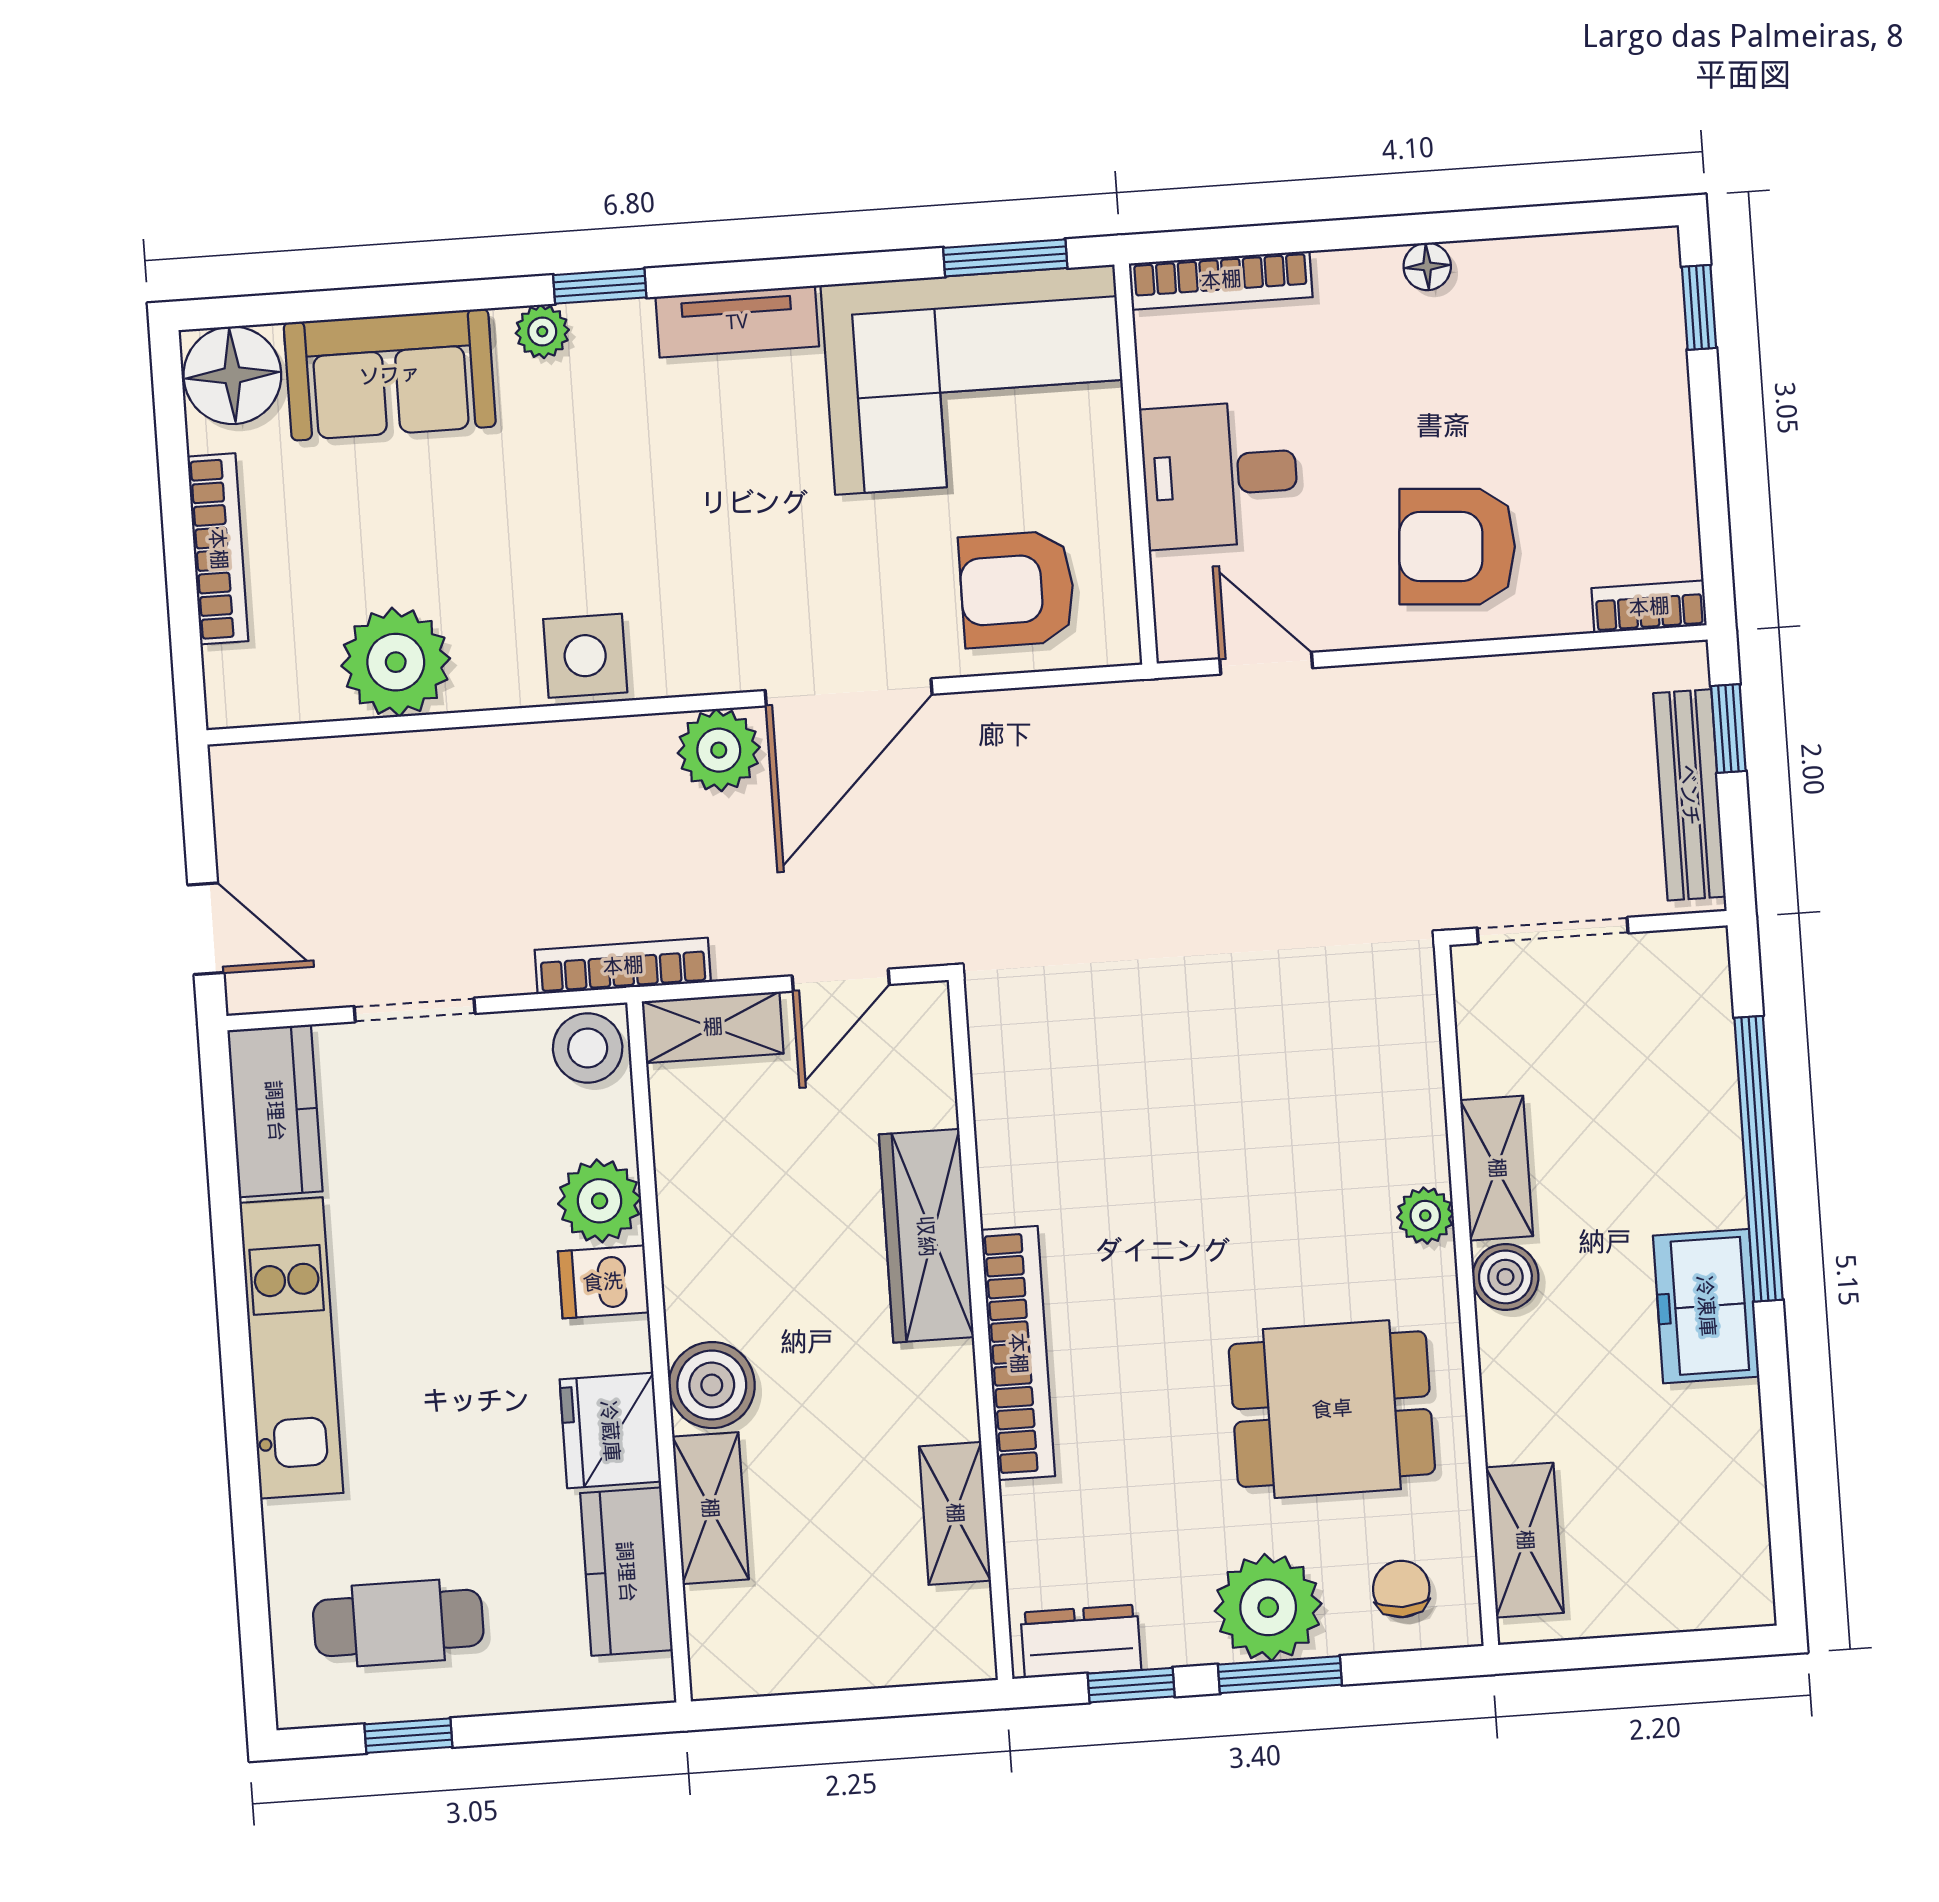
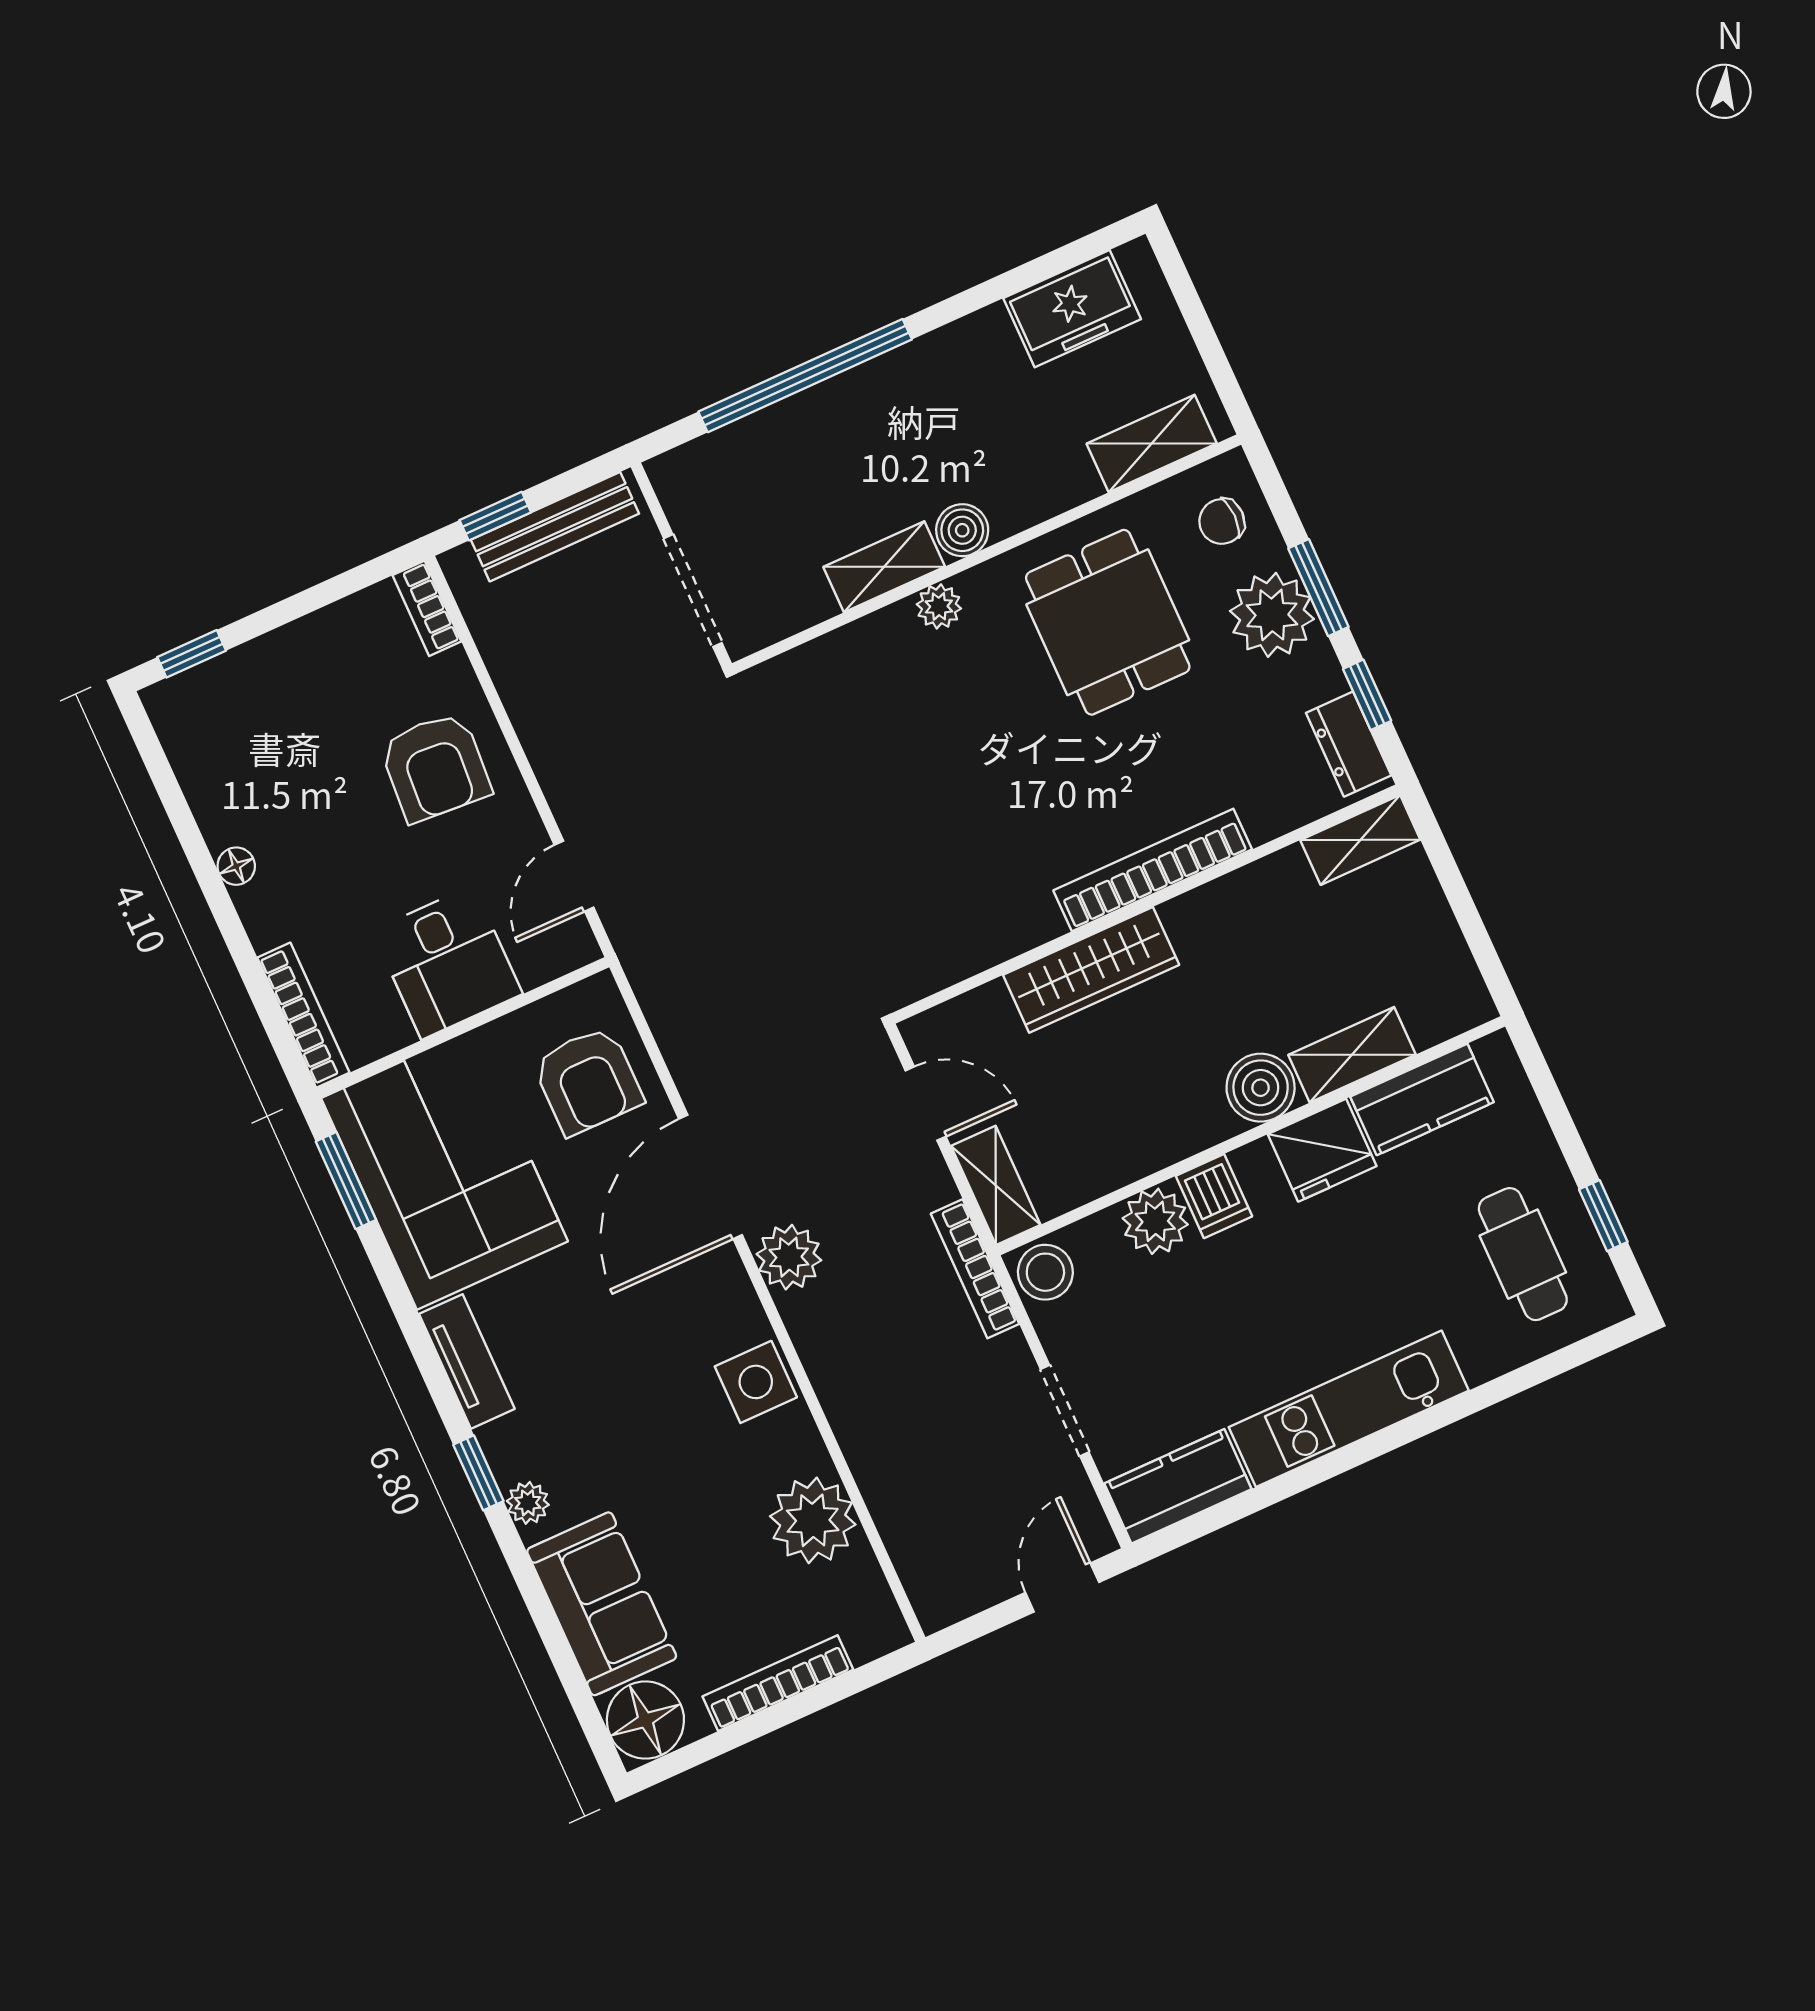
door: (849, 692) -> (710, 1177), swing flipped
freezer: (1706, 1306) -> (1072, 309), moved
shelving: (955, 1513) -> (1360, 840), moved

